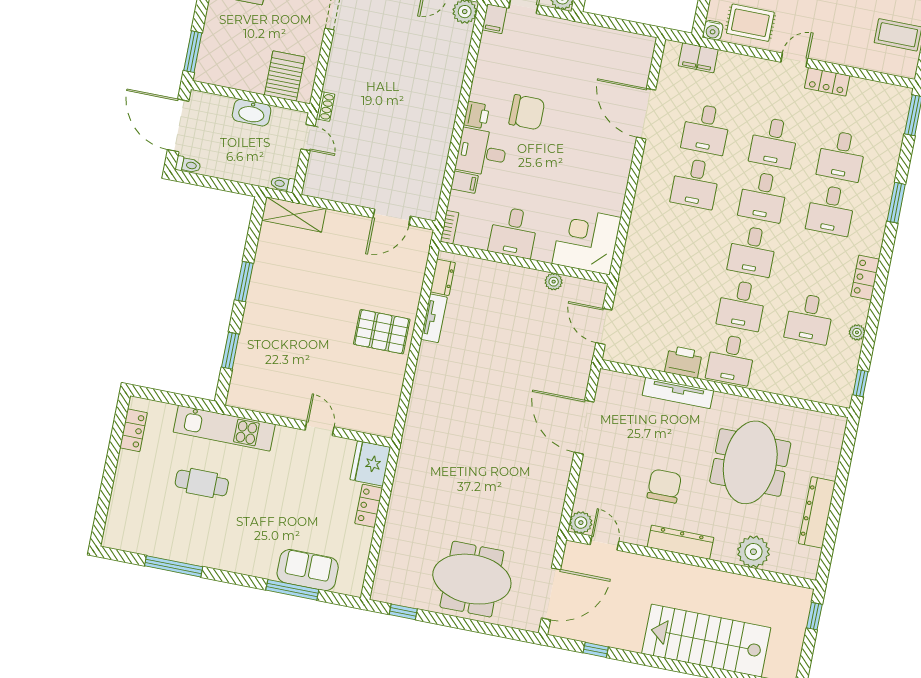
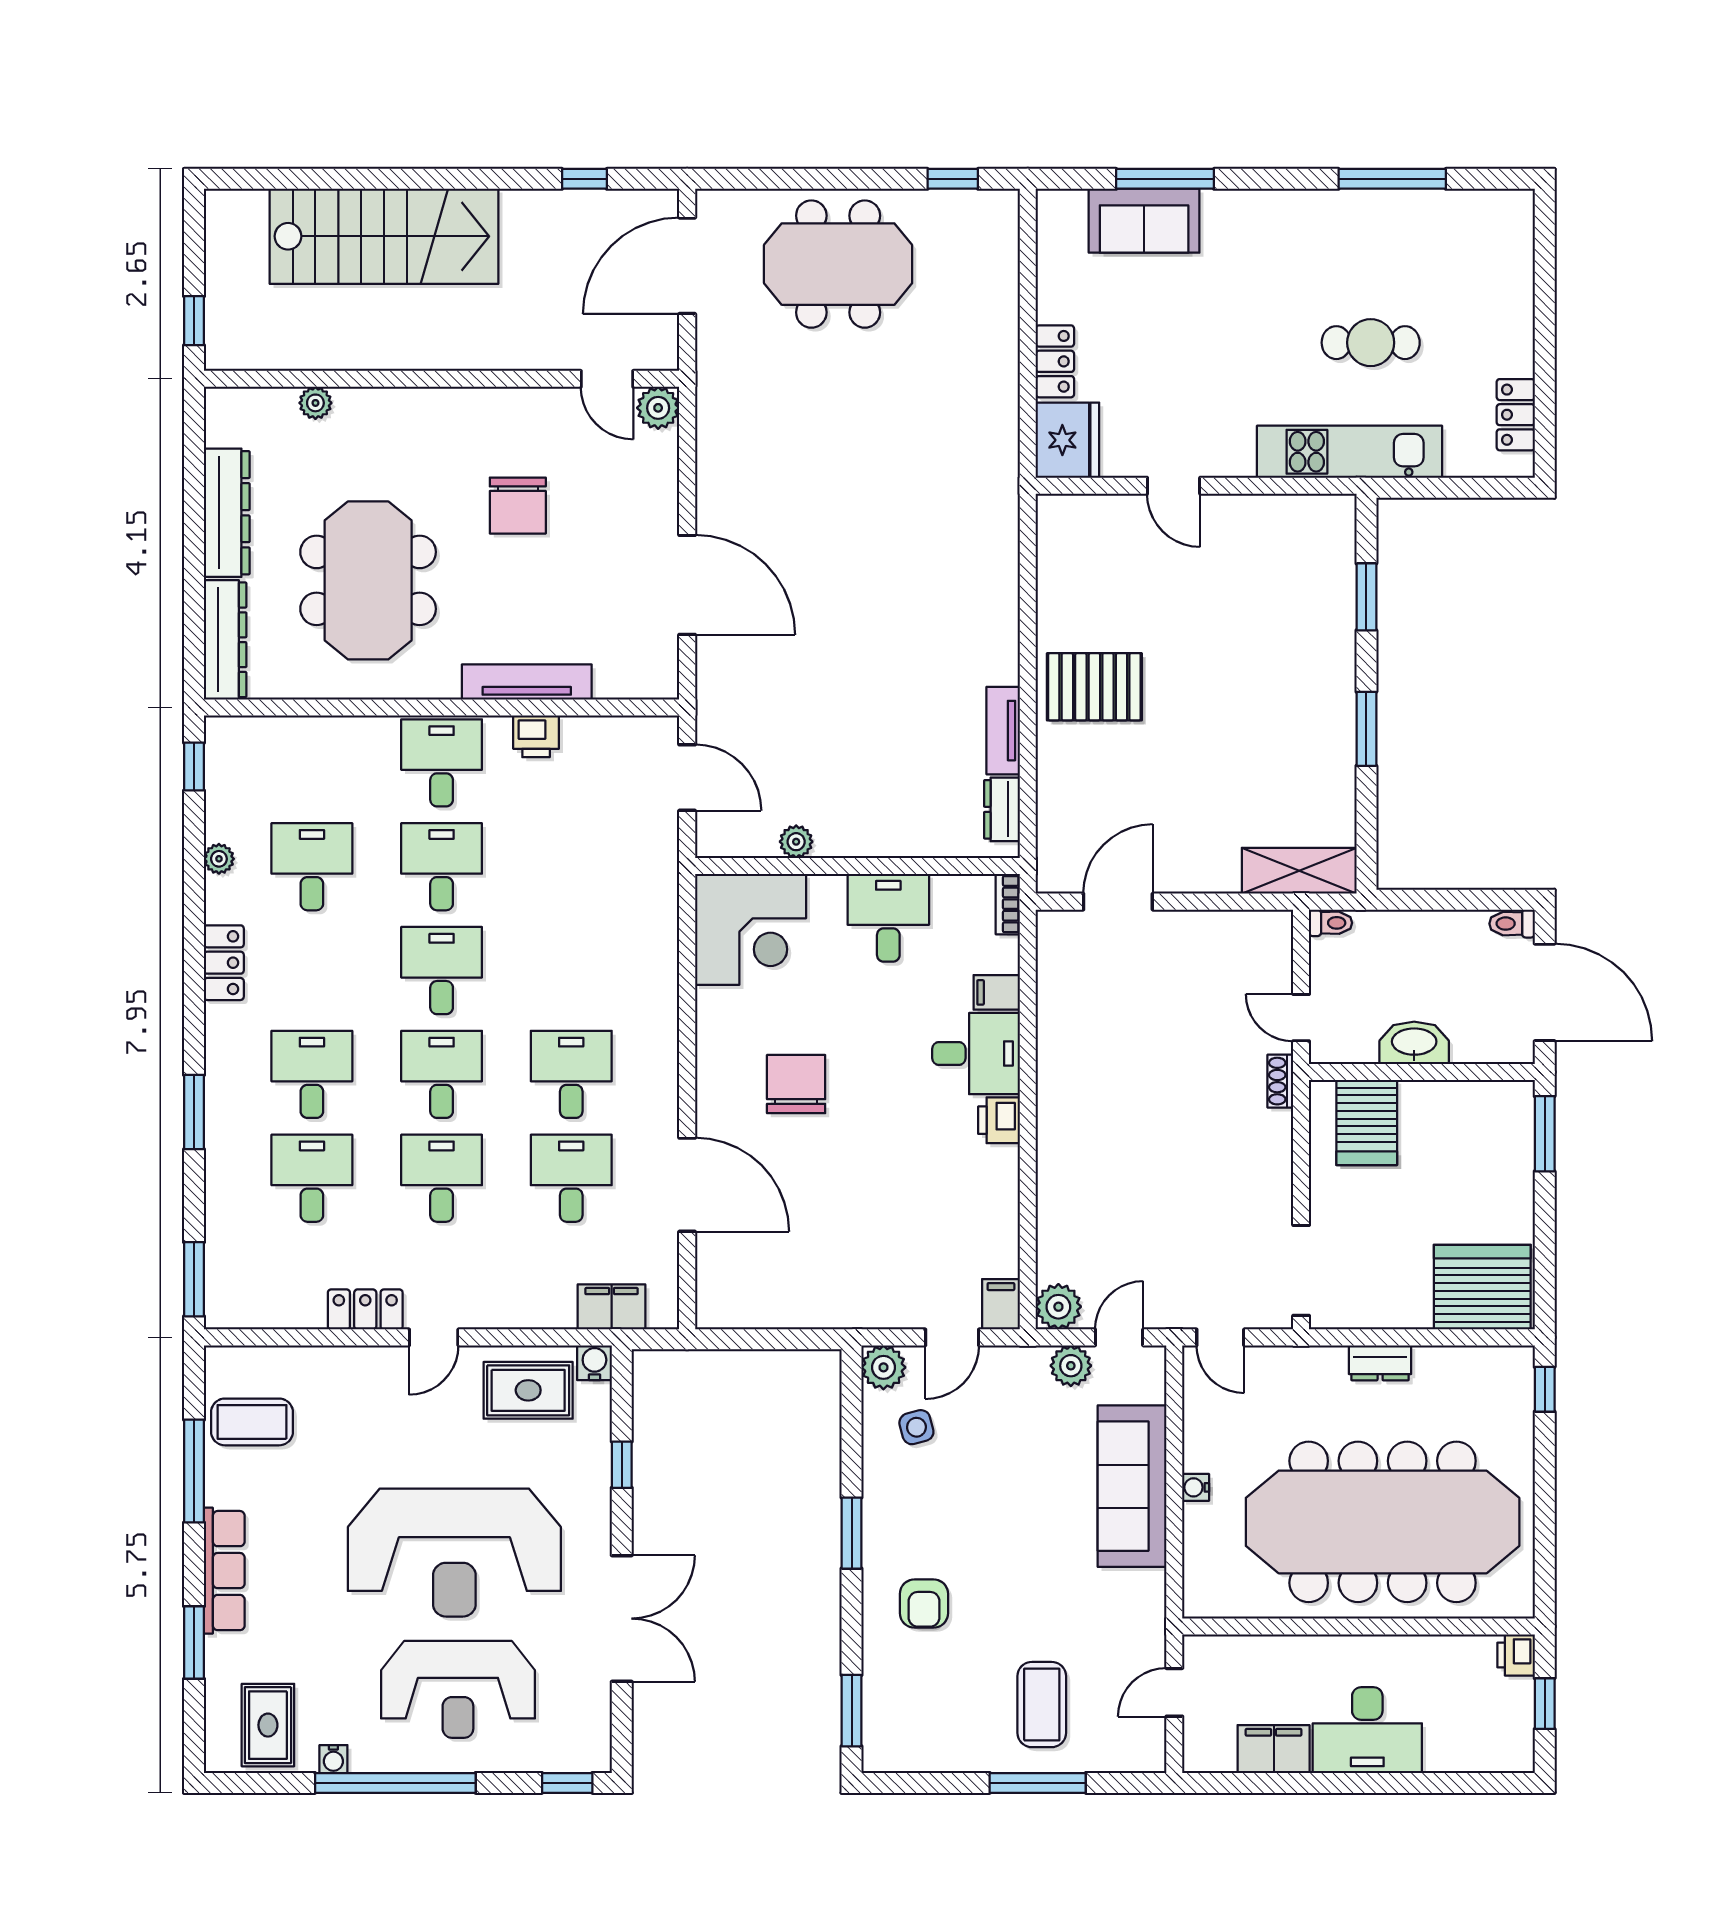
chair: (527, 112) -> (796, 1084), moved, turned 90
printer: (683, 362) -> (536, 736), width x0.73, depth x0.81
dresser: (680, 542) -> (225, 640), moved, turned -90
plant: (753, 552) -> (315, 403), width x0.53, depth x0.53

